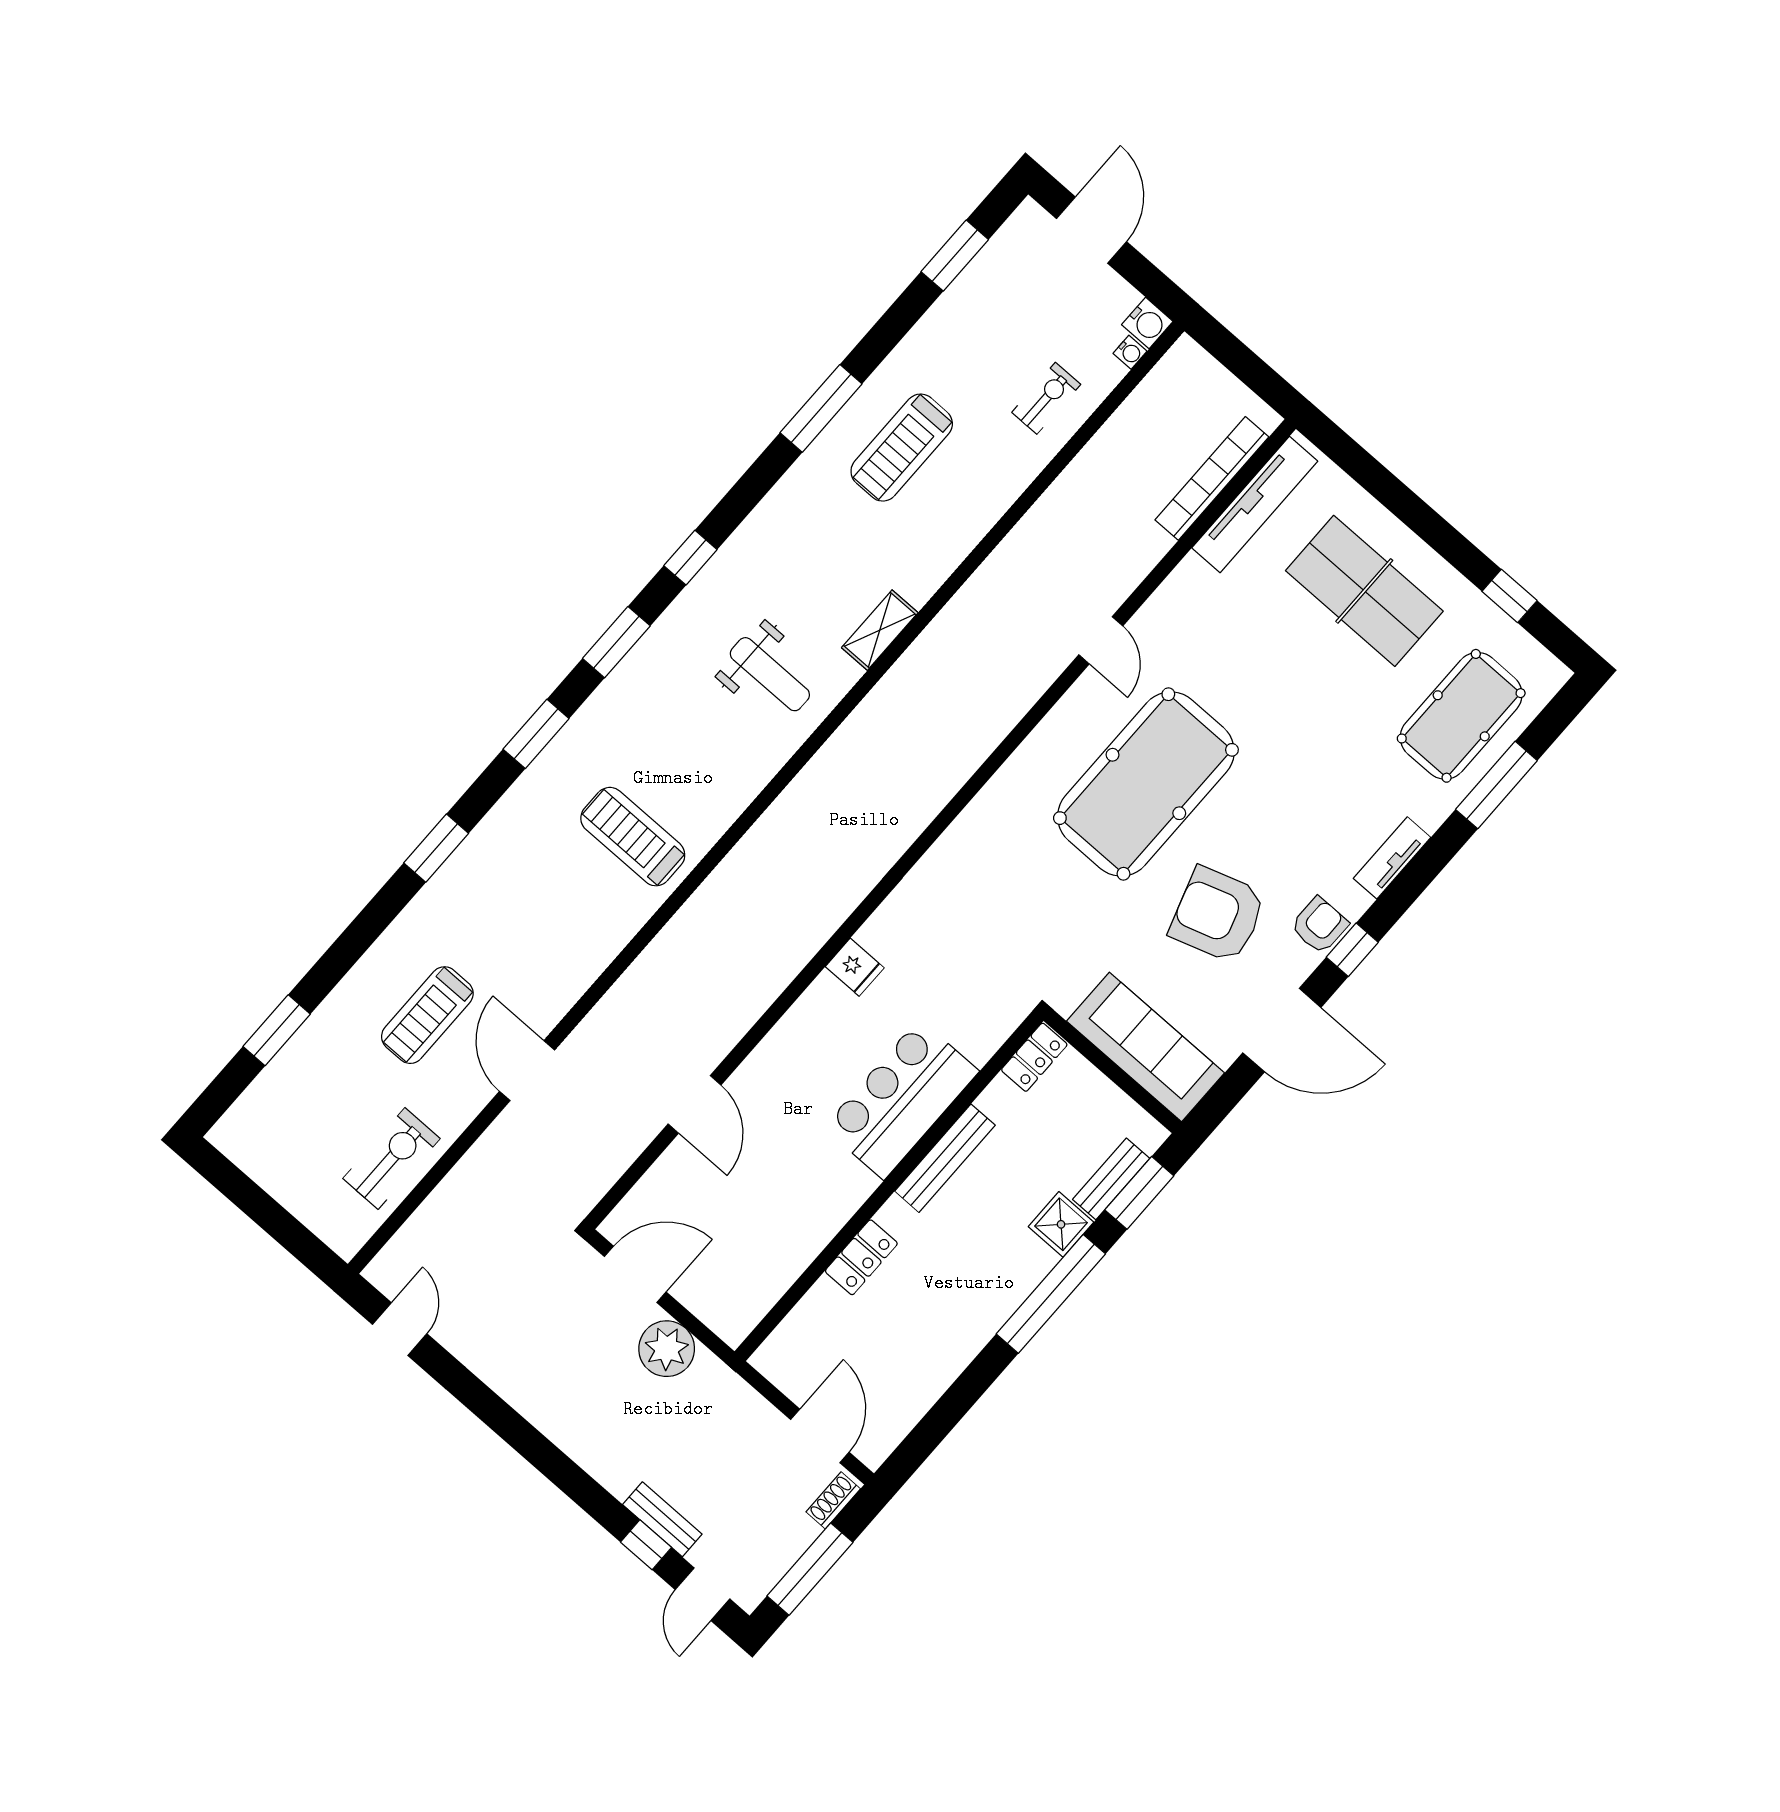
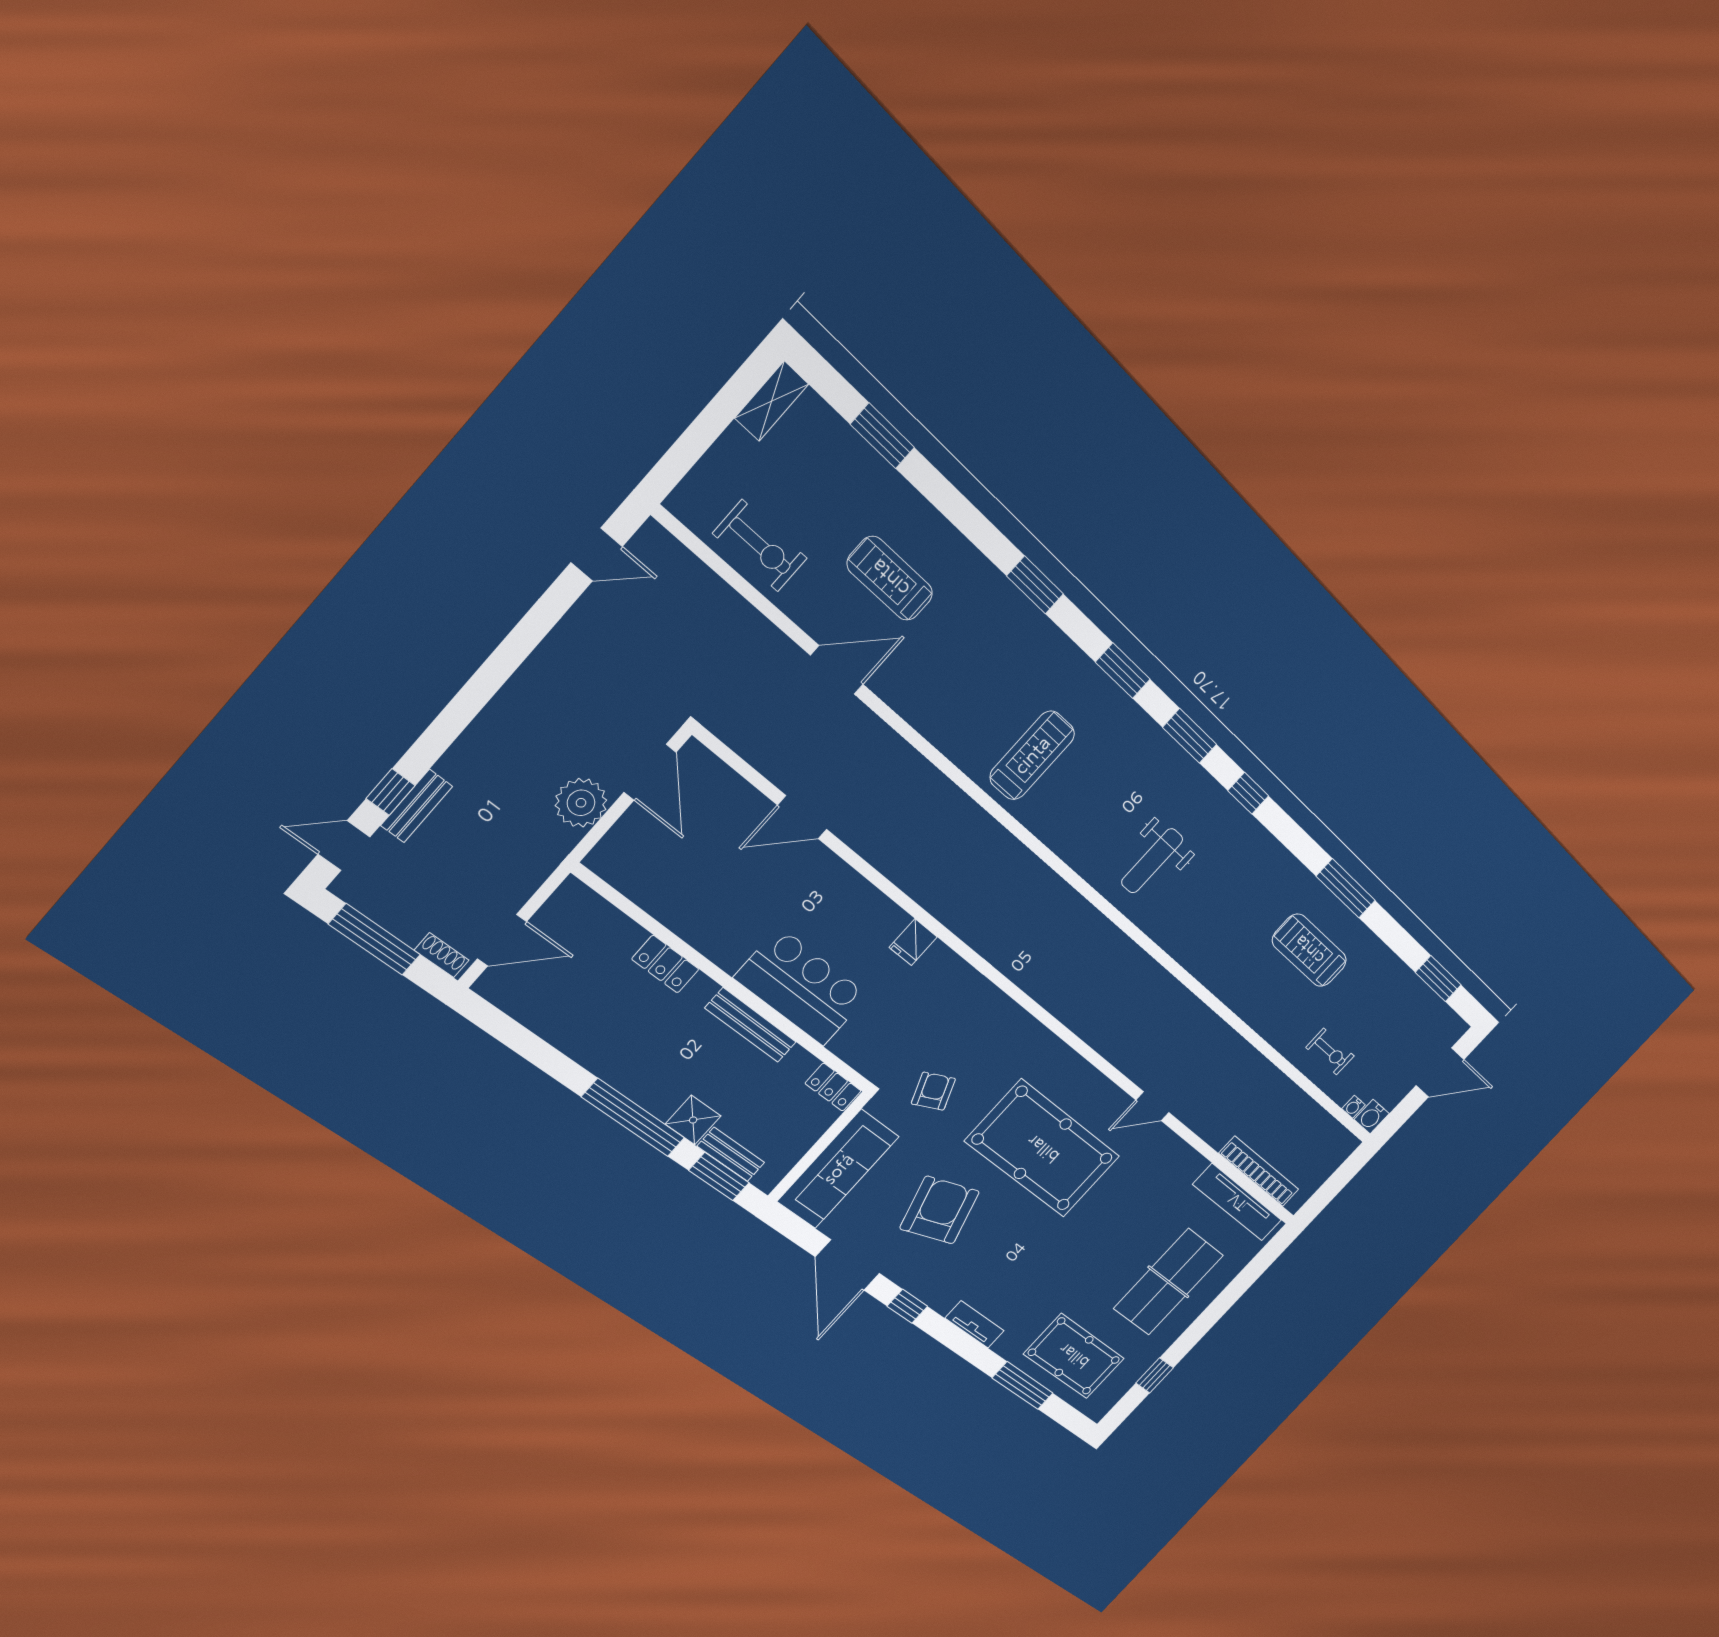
shelving: (880, 630) -> (772, 401), moved, turned 90
armchair: (1319, 925) -> (933, 1091), moved, turned -114

